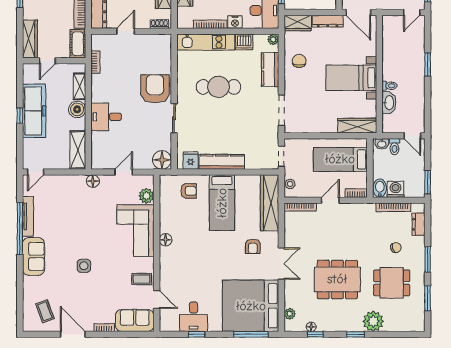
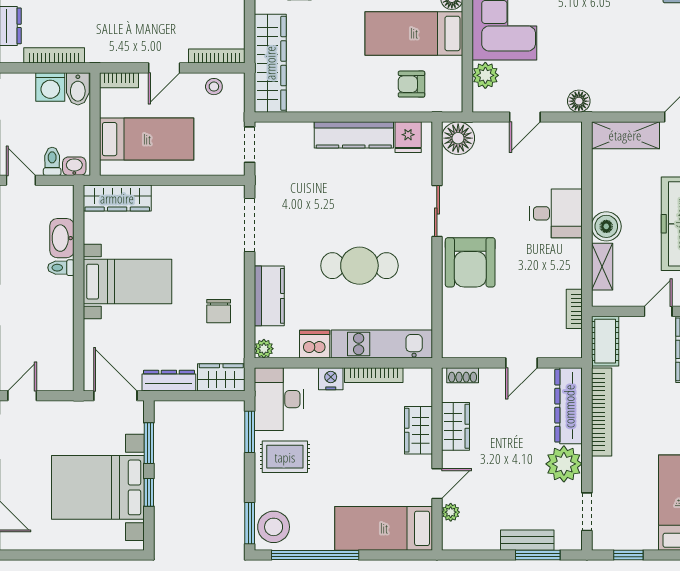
shelving: (78, 150) -> (625, 135), moved, turned 90
stool: (290, 184) -> (214, 87), moved
bed: (222, 203) -> (414, 33), moved, turned -90

